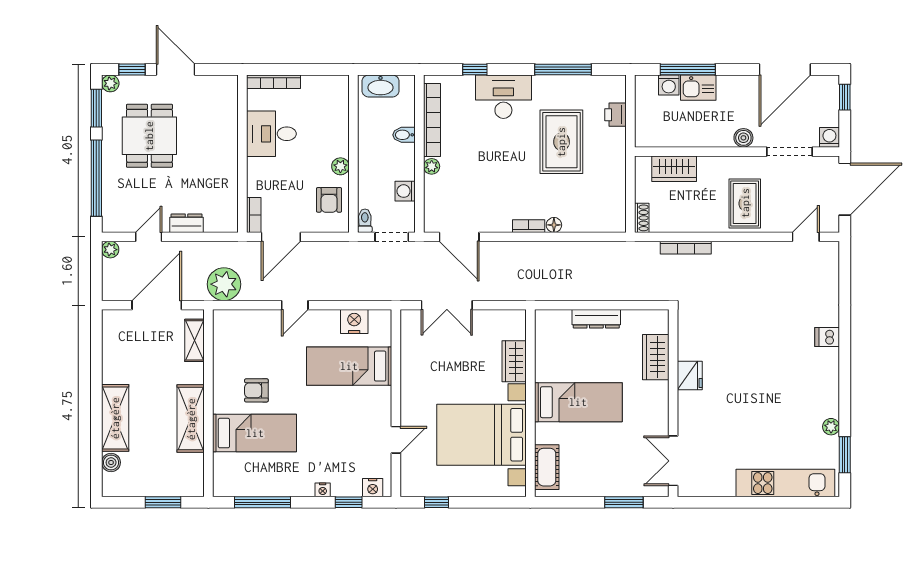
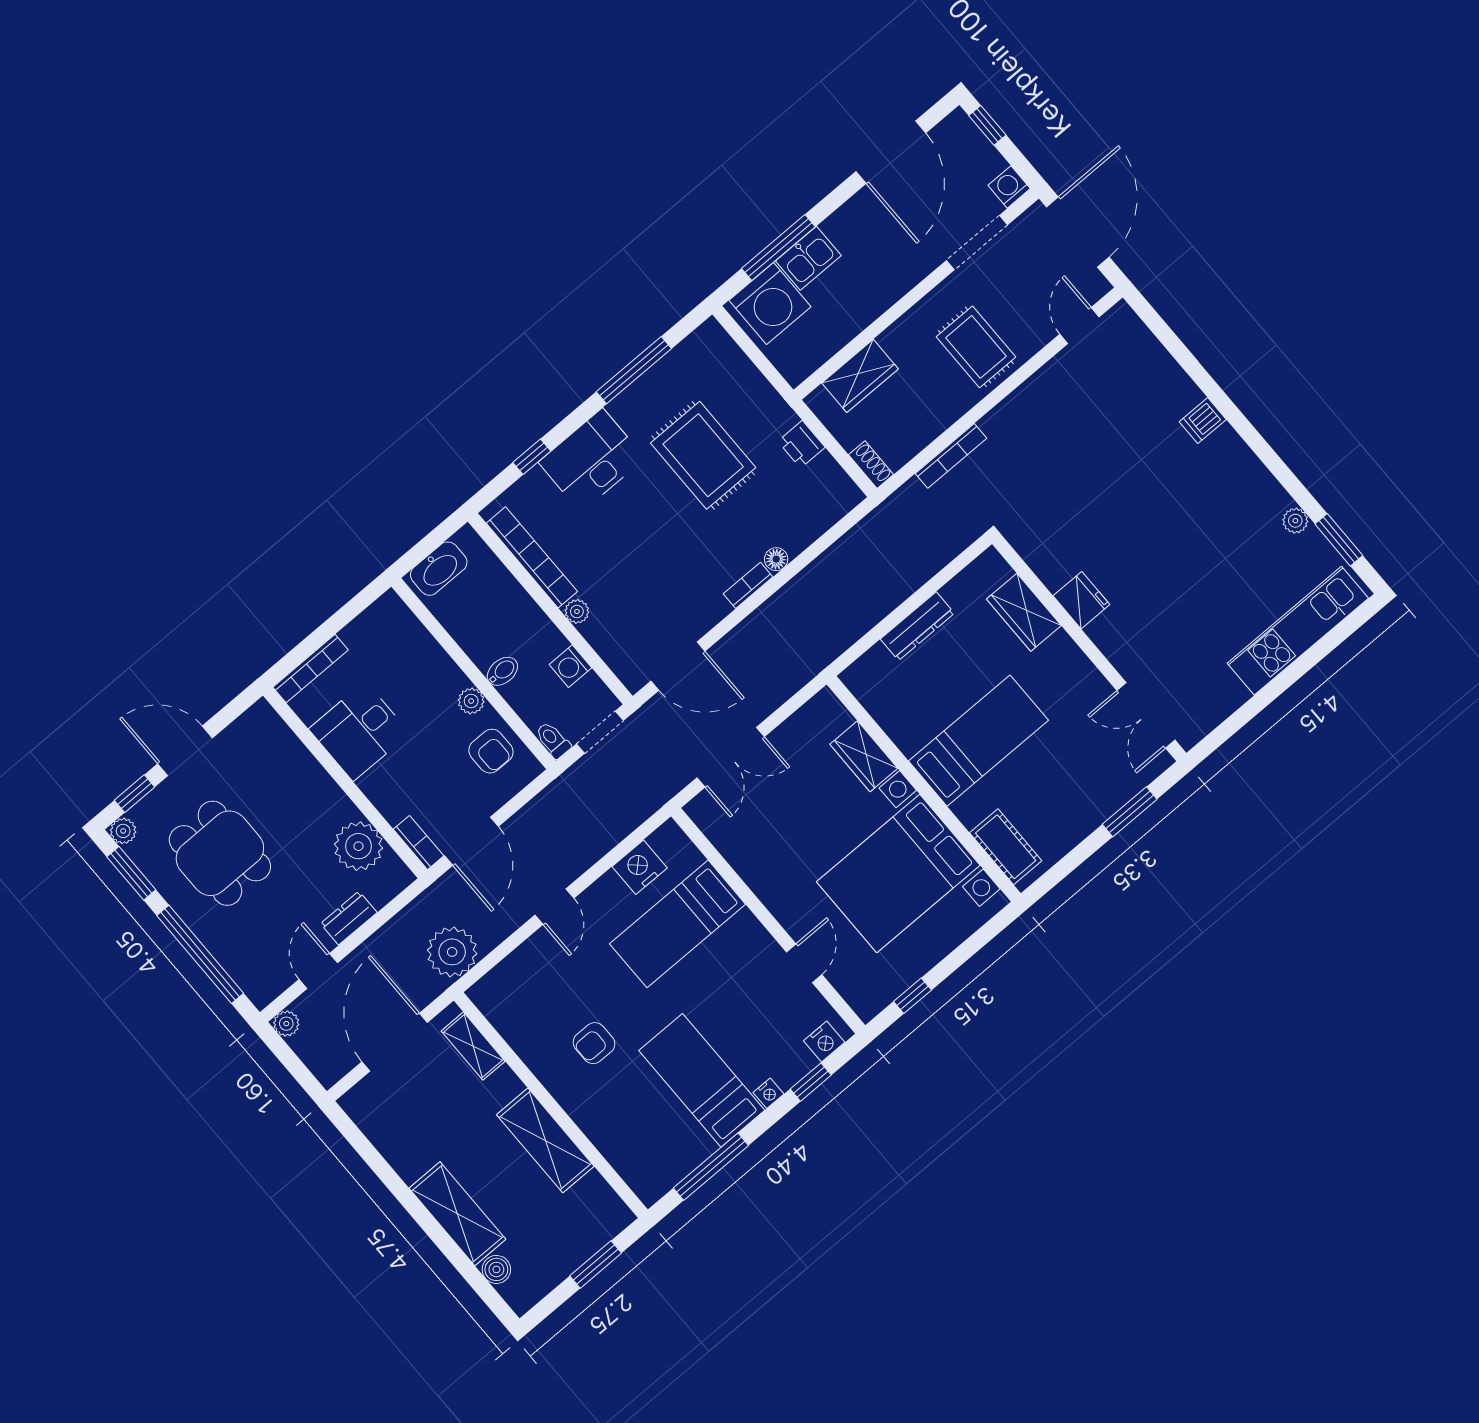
washing machine: (669, 85) -> (770, 303), width x1.89, depth x1.89
printer: (616, 115) -> (801, 444), moved
bidet: (404, 135) -> (502, 671), moved, turned 180
boiler: (743, 138) -> (910, 272), removed
plant: (222, 191) -> (358, 846), added
bed: (255, 433) -> (702, 1080), moved, turned -90

